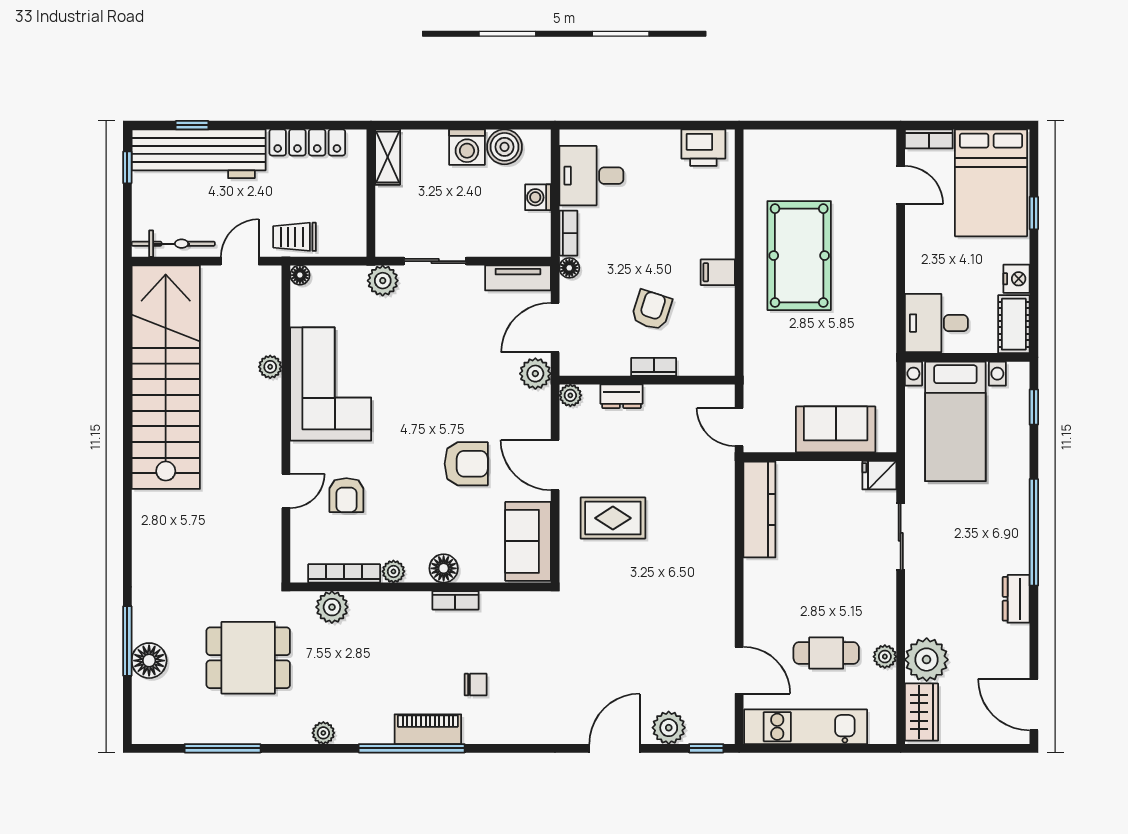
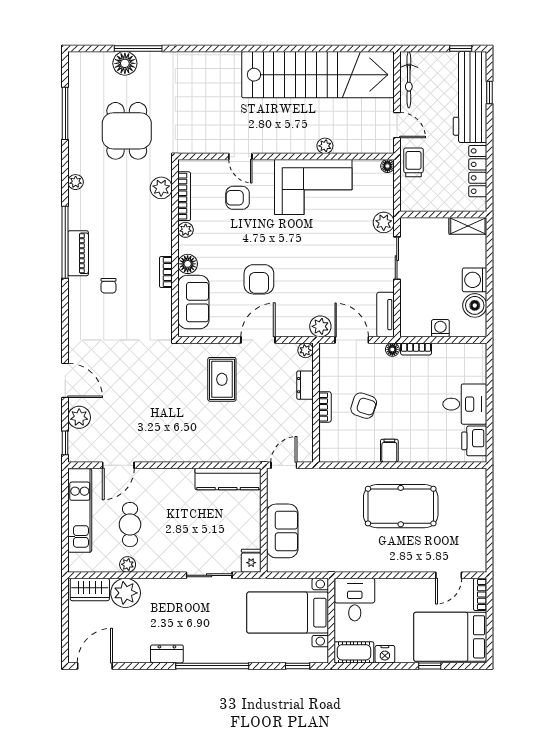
desk: (591, 176) -> (465, 404), moved, turned 90
sofa: (528, 541) -> (193, 302), moved, turned 90

